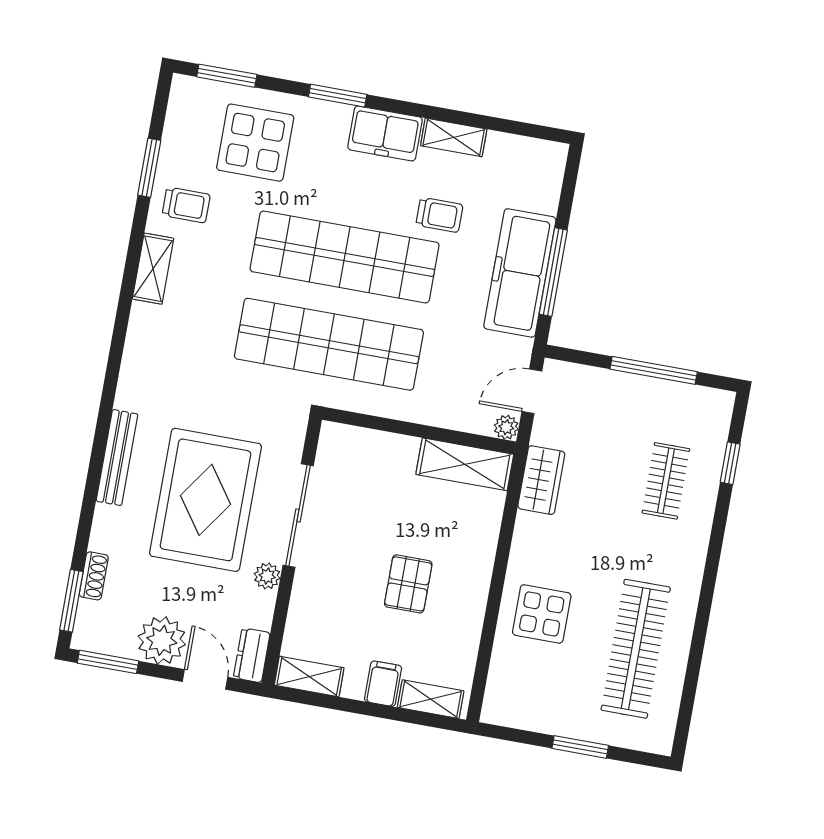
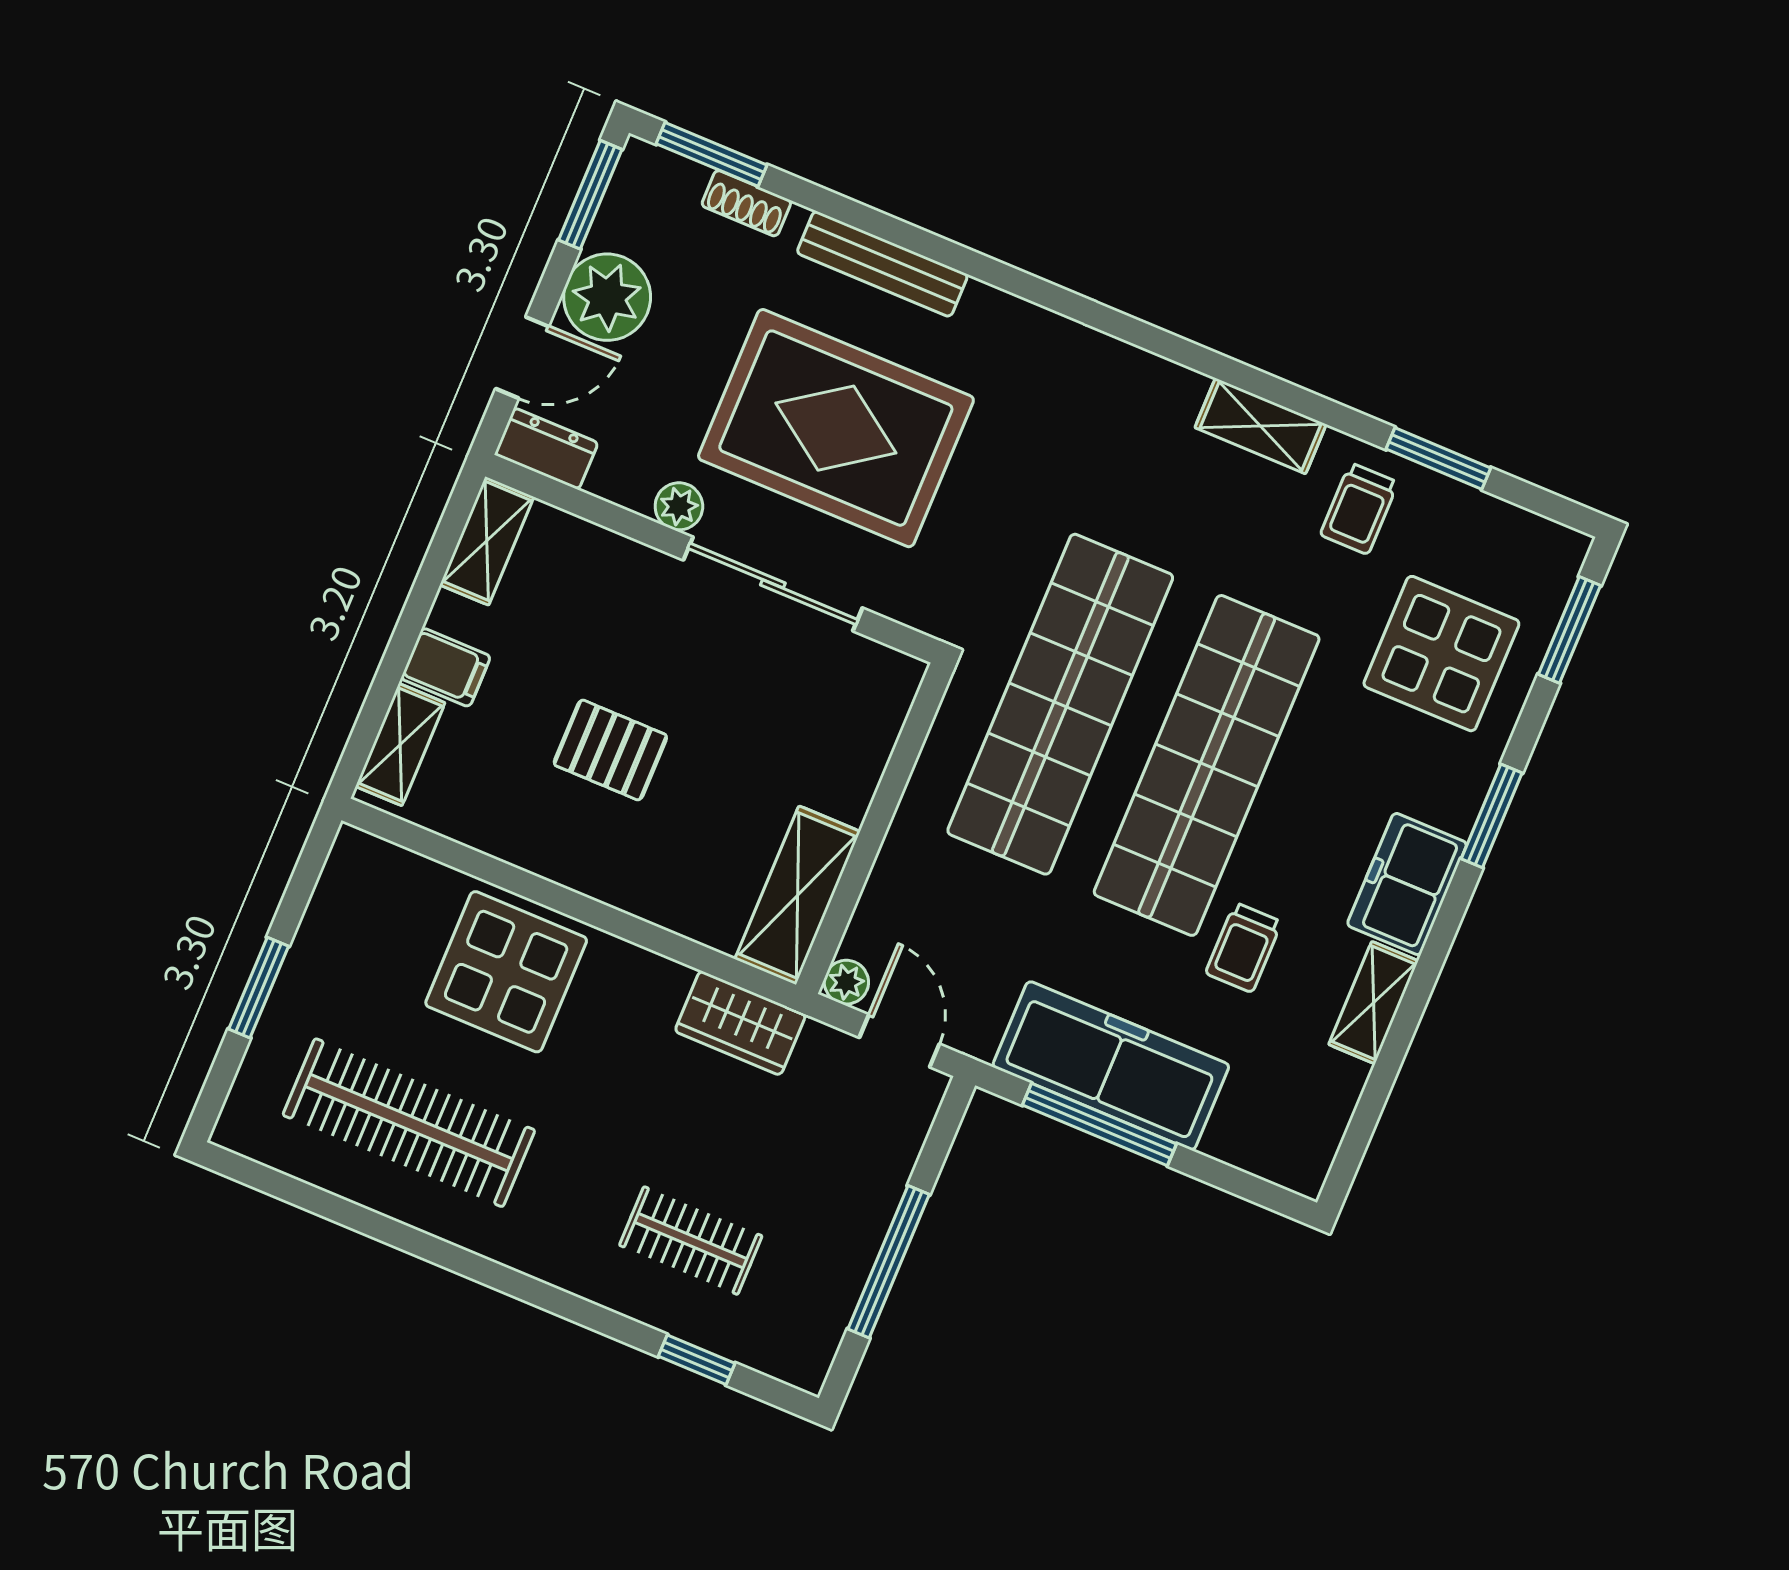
bench: (117, 458) -> (882, 264), moved
display table: (542, 614) -> (506, 972), width x1.36, depth x1.36

